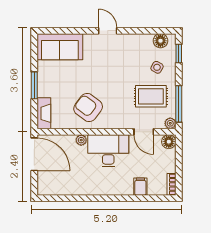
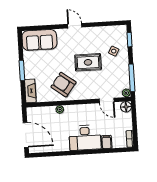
floor lamp: (160, 41) -> (115, 31), removed
rug: (151, 96) -> (88, 62), moved
desk: (108, 151) -> (85, 138), moved, turned 180
door: (34, 154) -> (26, 135), moved

